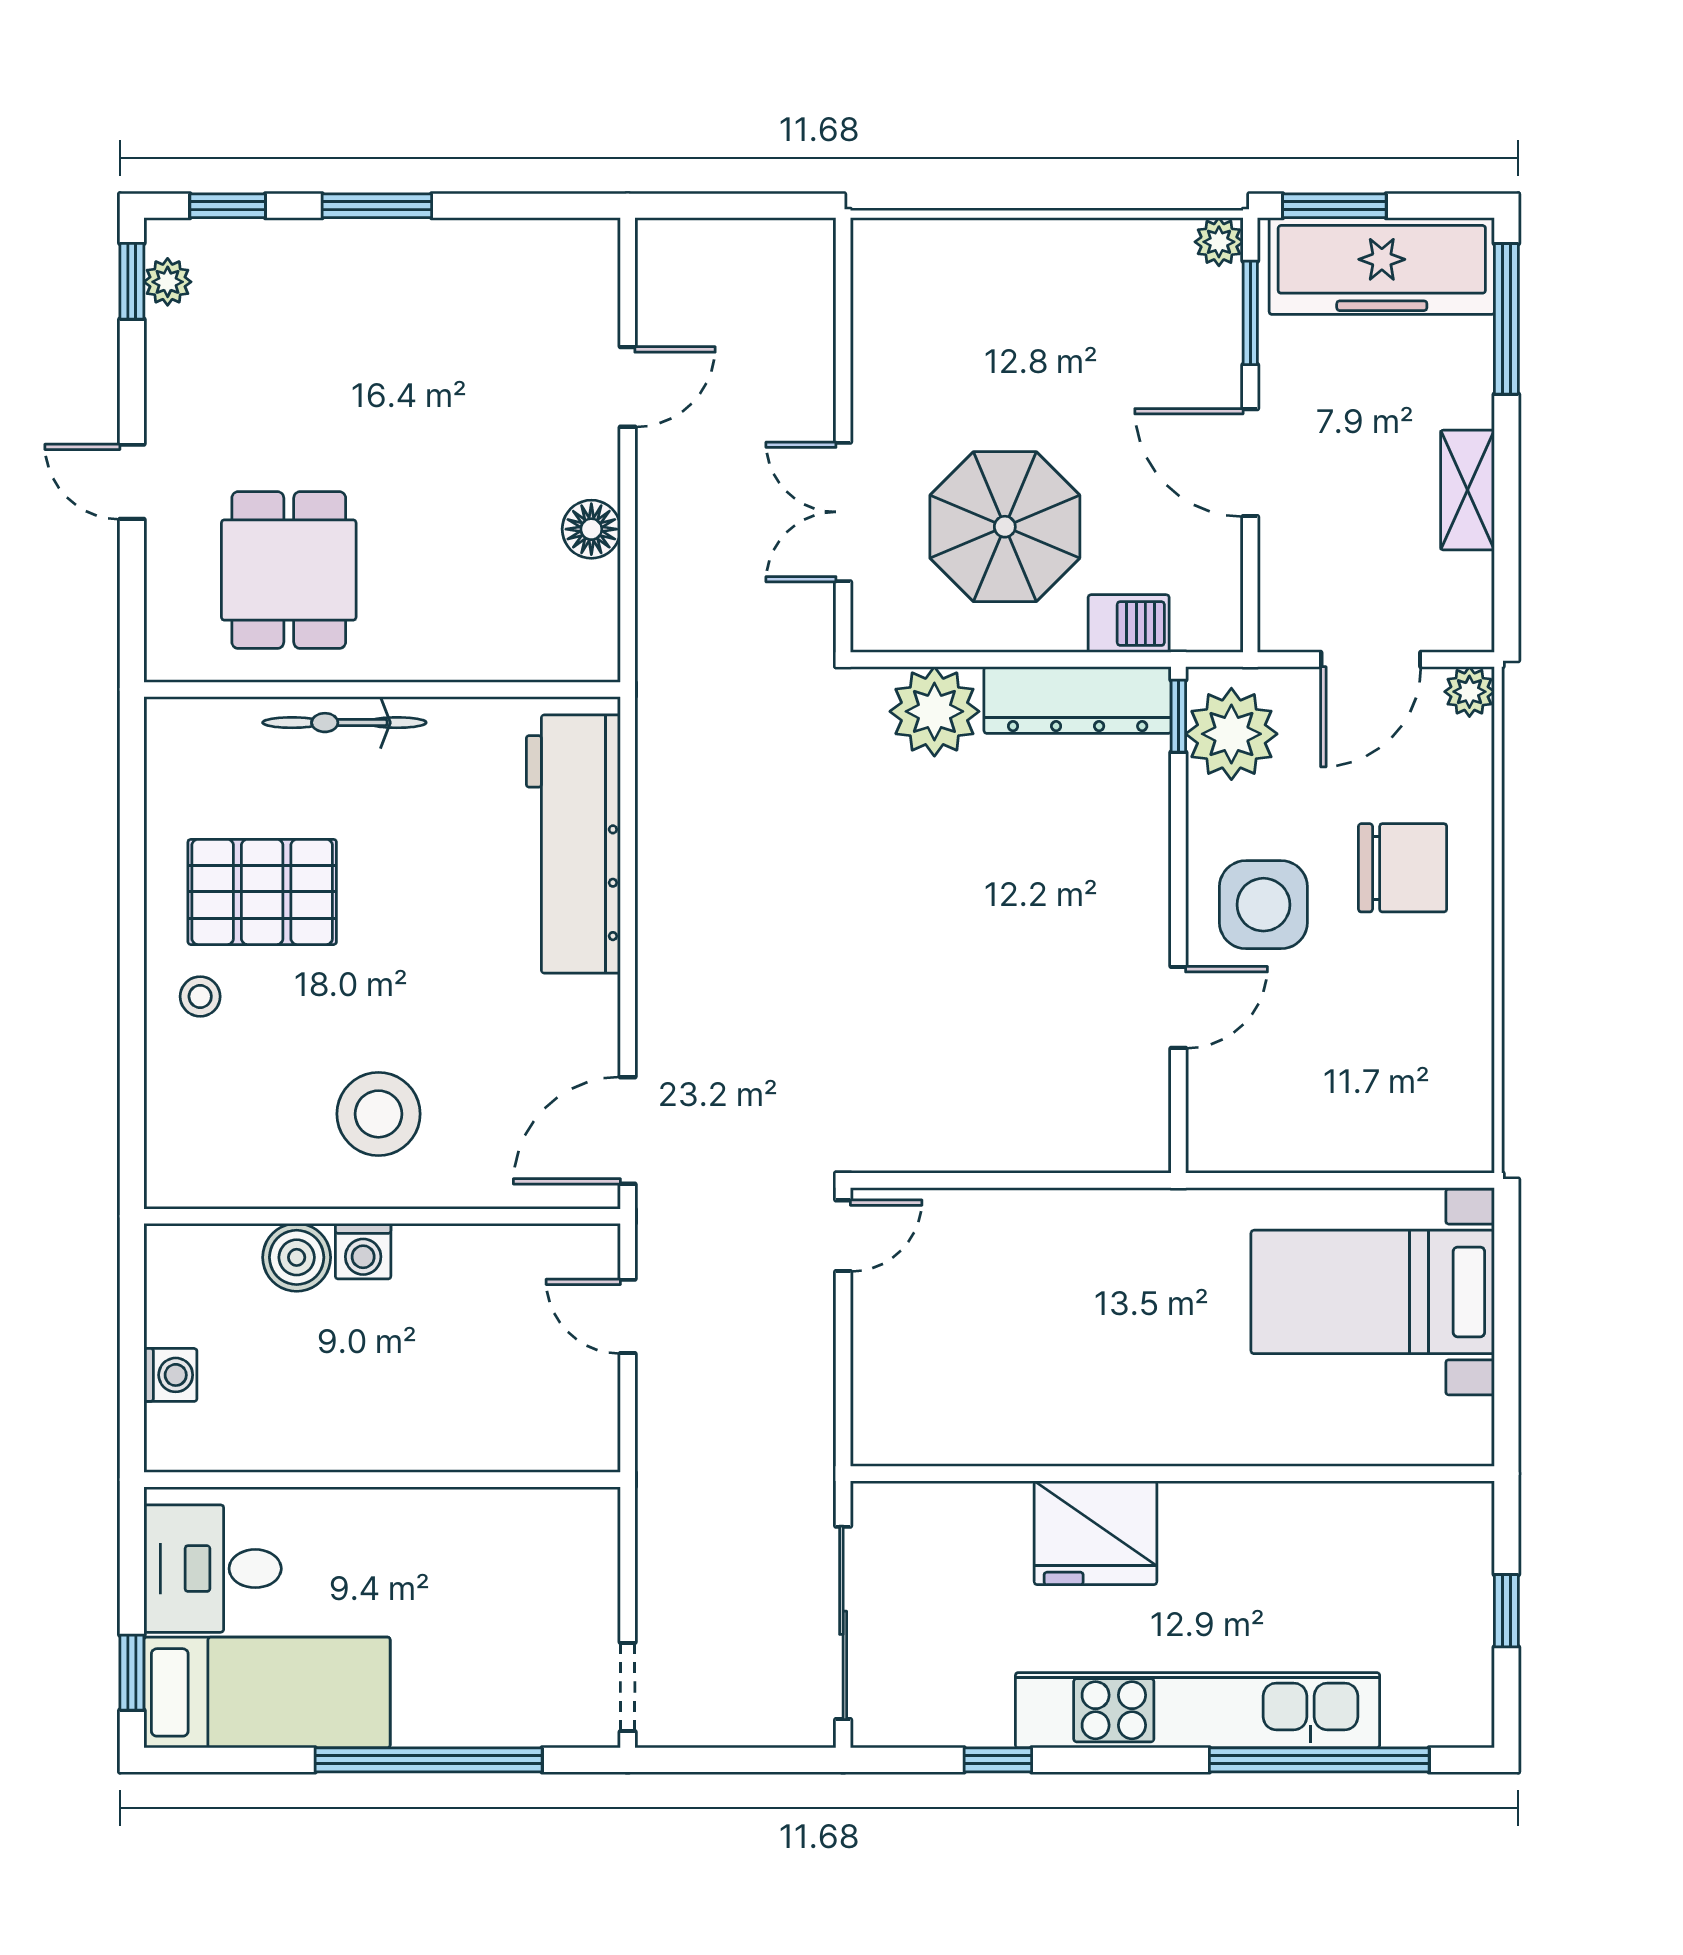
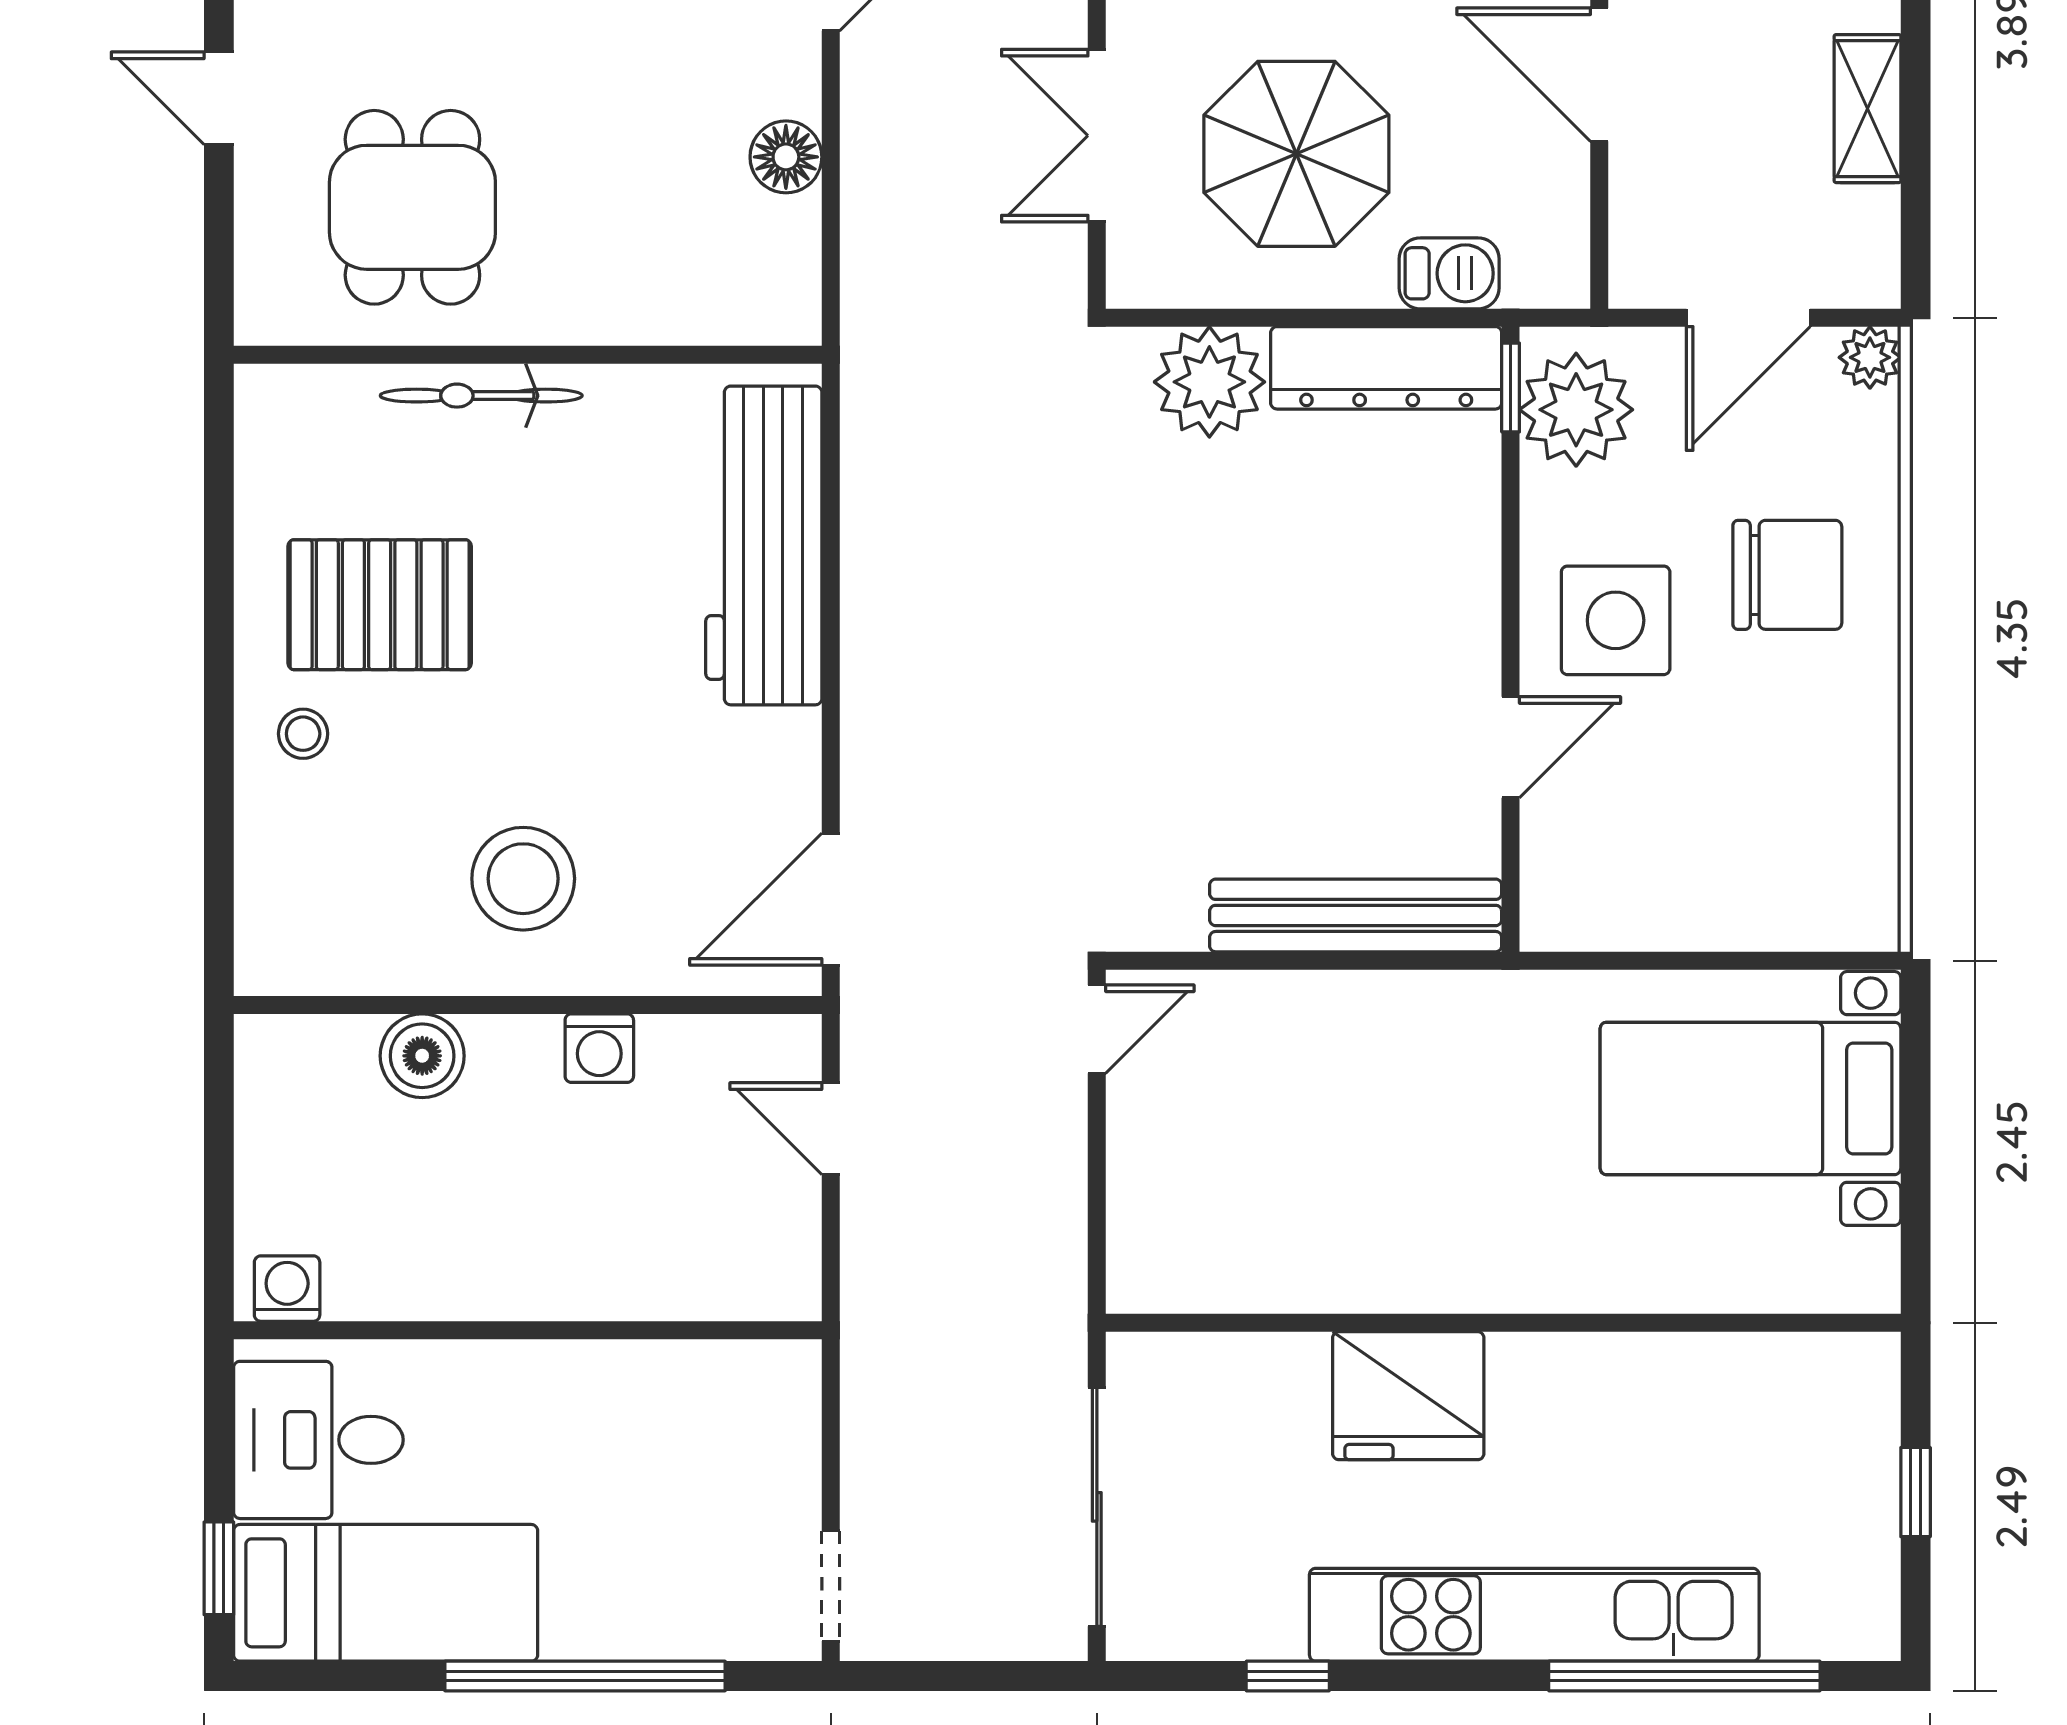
bench: (1053, 1144) -> (1356, 915), added
washing machine: (363, 1251) -> (599, 1048), moved
washing machine: (170, 1375) -> (287, 1289), moved, turned -90

